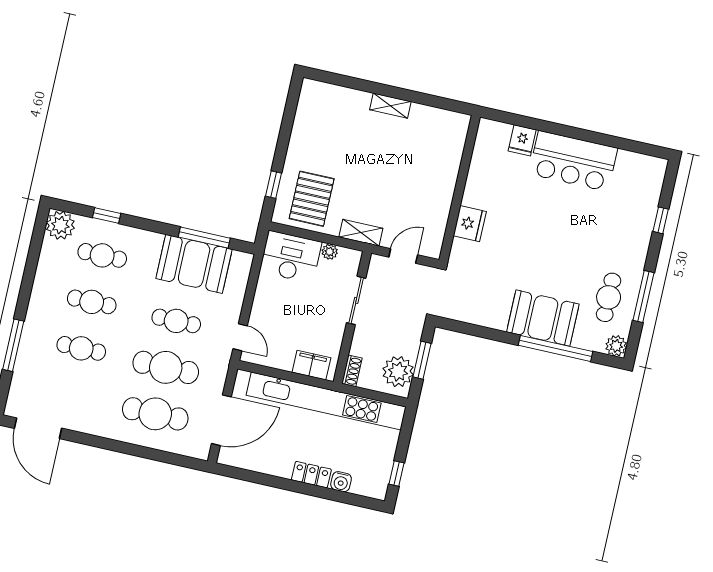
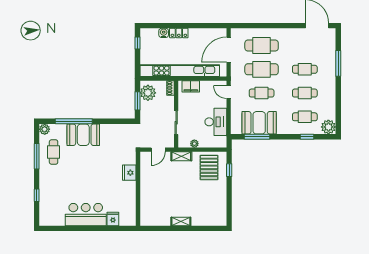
desk: (291, 257) -> (216, 122), moved, turned -90

